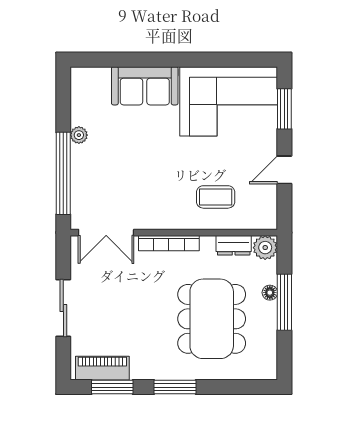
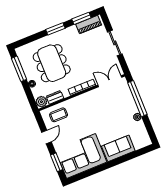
coffee table: (216, 197) -> (59, 115), moved
window: (284, 302) -> (19, 69), moved

